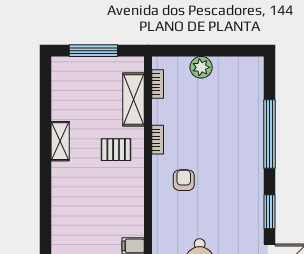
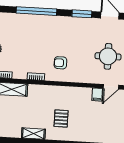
pallet: (116, 150) -> (61, 119), moved

